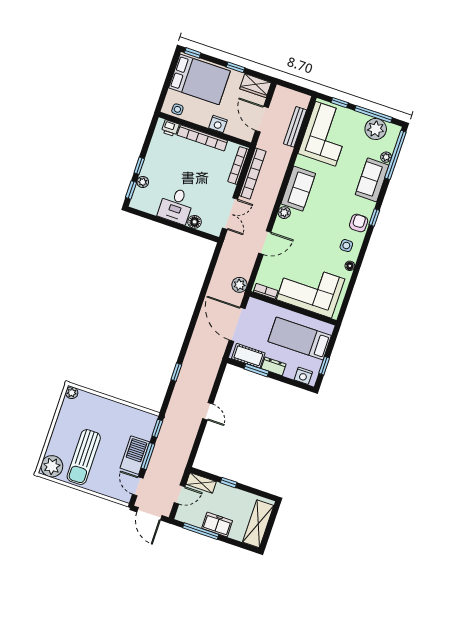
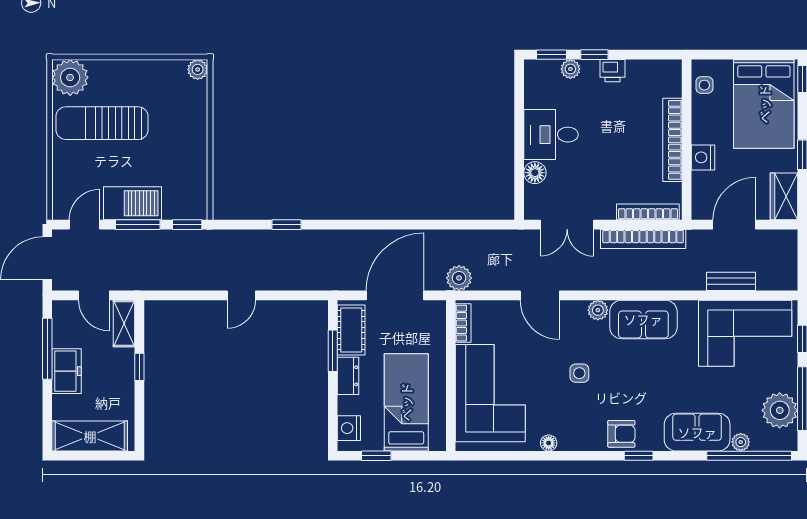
bench: (295, 127) -> (731, 281), width x0.73
printer: (170, 128) -> (613, 71), moved, turned -90
side table: (346, 246) -> (579, 373), moved

